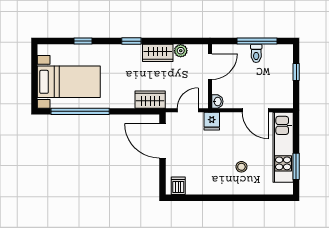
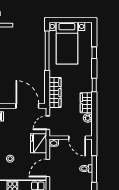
wardrobe: (150, 100) -> (55, 93), width x1.50
door: (188, 110) -> (48, 123), swing flipped
fridge: (212, 121) -> (39, 143), width x1.88, depth x1.34
door: (162, 141) -> (27, 106), hinge flipped

